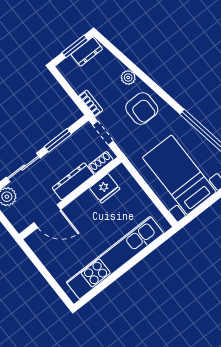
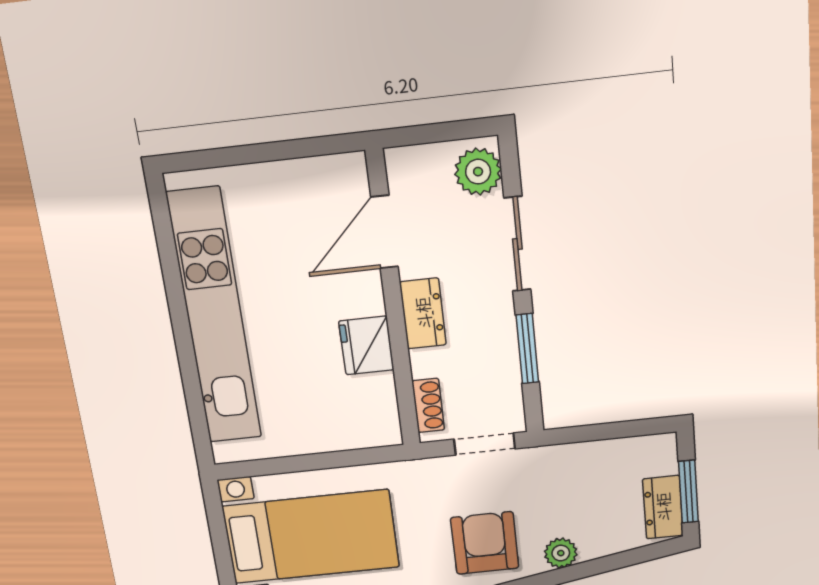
bookcase: (91, 103) -> (559, 456), removed
armchair: (142, 109) -> (485, 543), turned 90
dresser: (73, 181) -> (423, 313), width x0.70
fridge: (105, 188) -> (366, 345), moved

